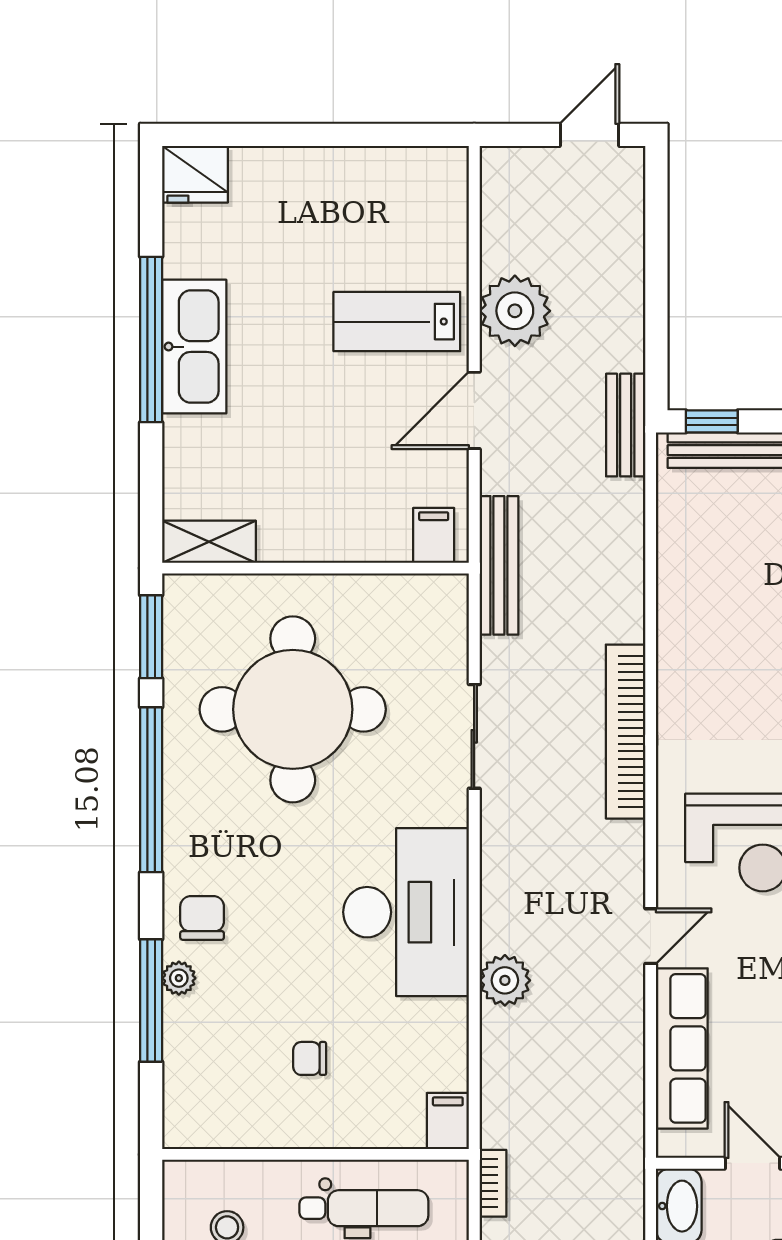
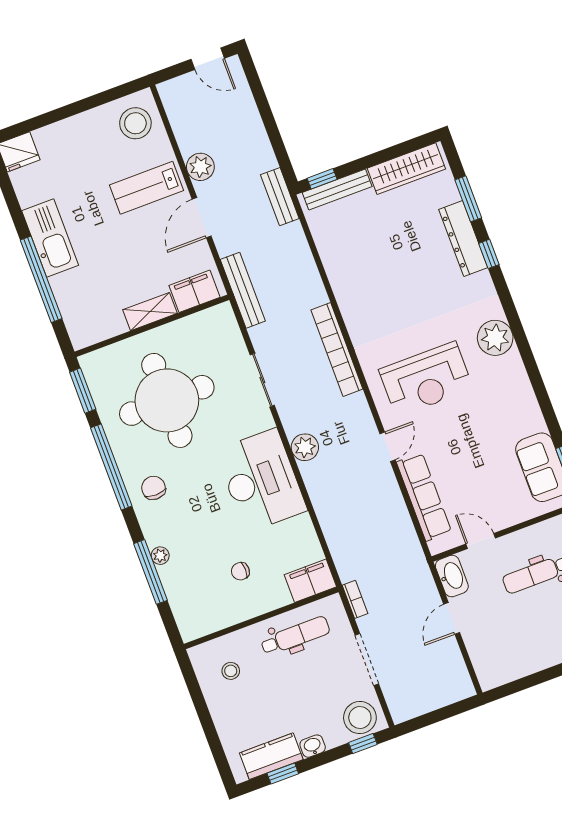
door: (590, 135) -> (208, 59), swing flipped
stool: (420, 201) -> (135, 123), added
plant: (515, 311) -> (200, 167), width x0.73, depth x0.73
window: (151, 339) -> (41, 279), moved
filing cabinet: (434, 535) -> (194, 291), width x2.00
shelving: (209, 542) -> (150, 312), moved
chair: (202, 918) -> (154, 488), moved
plant: (505, 980) -> (305, 447), moved
filing cabinet: (448, 1121) -> (310, 581), width x2.00

